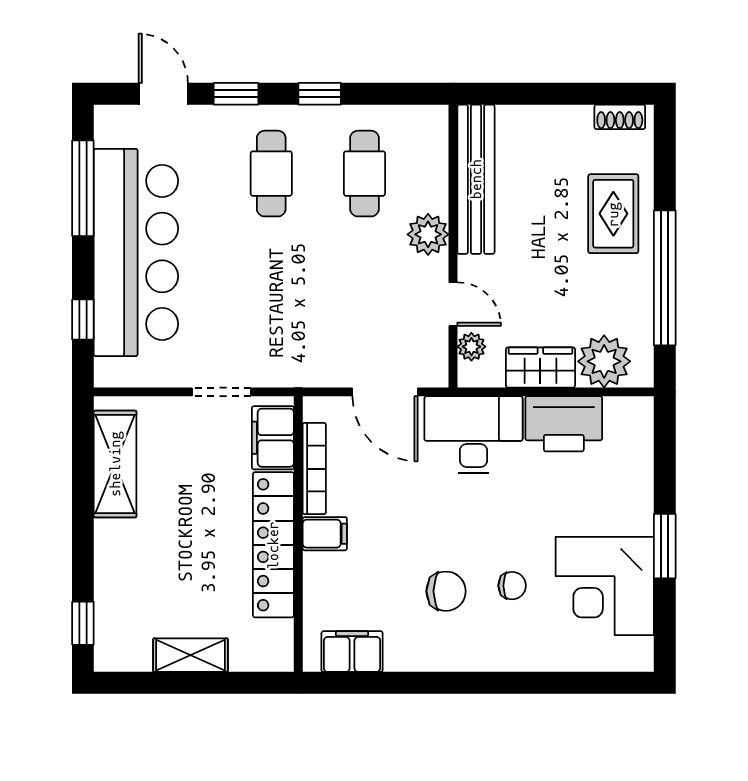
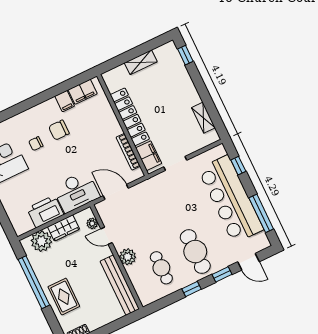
cafe table: (271, 174) -> (195, 252), width x1.37, depth x1.35
shelving: (115, 464) -> (203, 118), width x0.67, depth x0.75
filing cabinet: (325, 534) -> (65, 101), moved, turned -90

